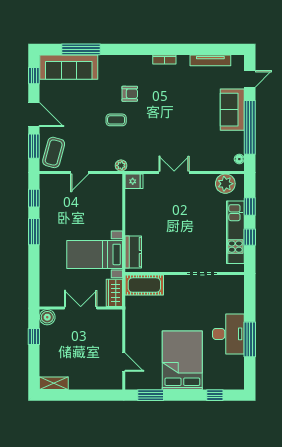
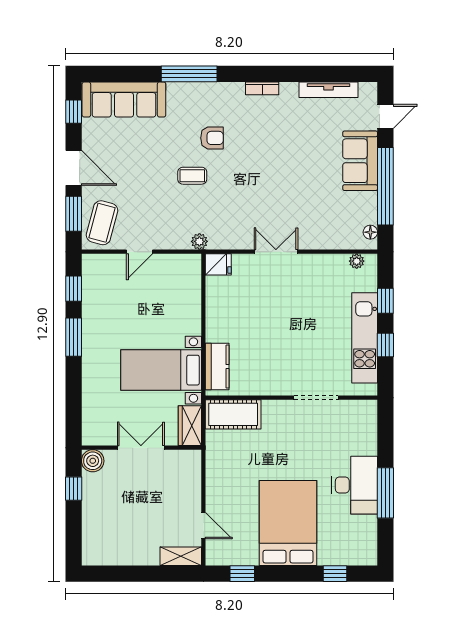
window: (81, 49) -> (189, 74), moved
plant: (225, 184) -> (357, 261), width x0.53, depth x0.53
shelving: (54, 383) -> (181, 556), moved
window: (151, 395) -> (242, 574), width x0.67

